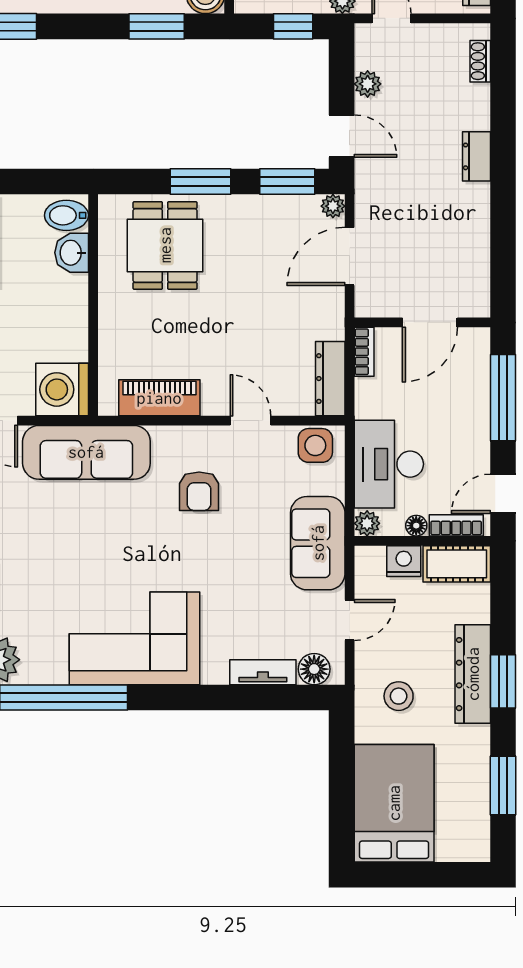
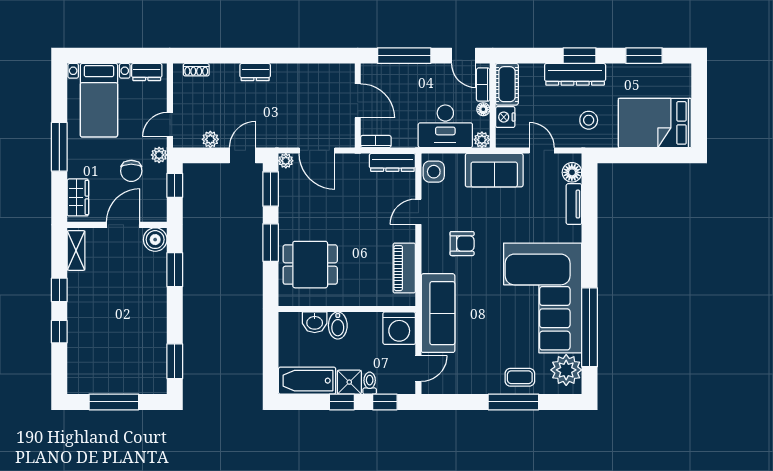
bidet: (66, 215) -> (338, 325), moved
corner sofa: (134, 638) -> (543, 298), width x1.36, depth x1.36

